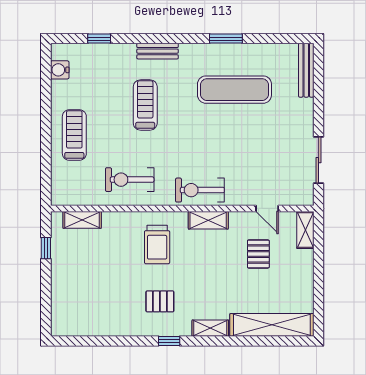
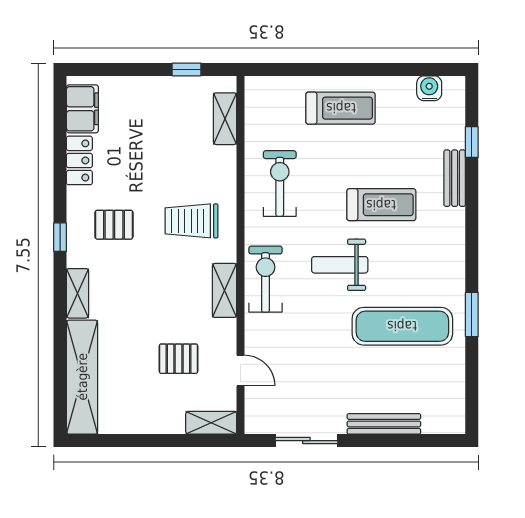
bench: (158, 51) -> (455, 178), moved
bench: (306, 70) -> (384, 424), moved
exercise mat: (234, 90) -> (402, 326), turned 90
weight bench: (189, 136) -> (340, 265), added
door: (267, 208) -> (240, 371), swing flipped
pallet: (160, 301) -> (114, 225), turned 90
filing cabinet: (75, 325) -> (82, 109), added
locker: (113, 327) -> (79, 160), added

